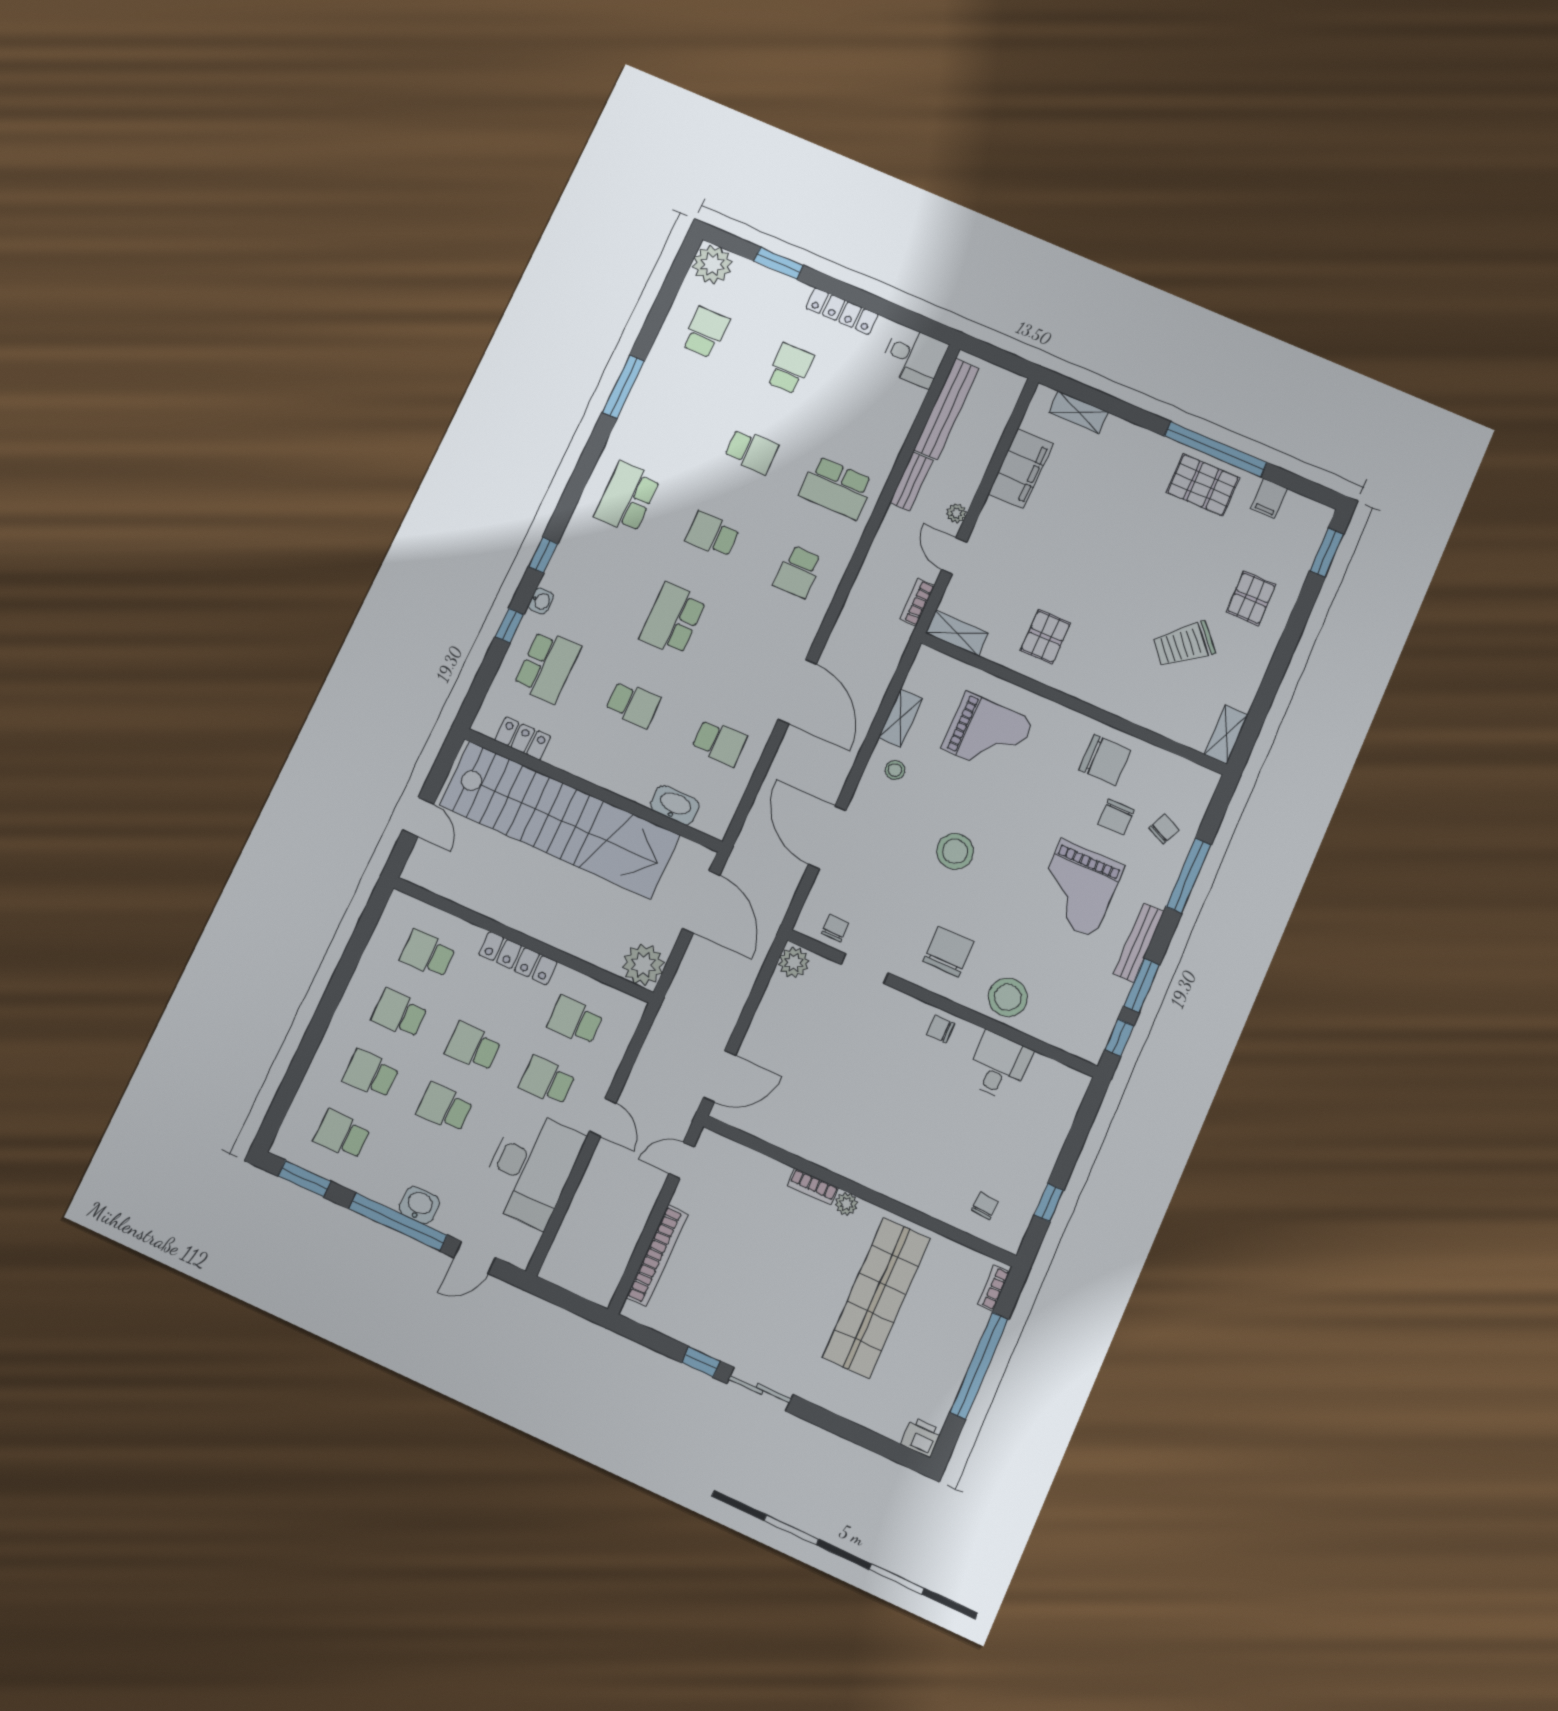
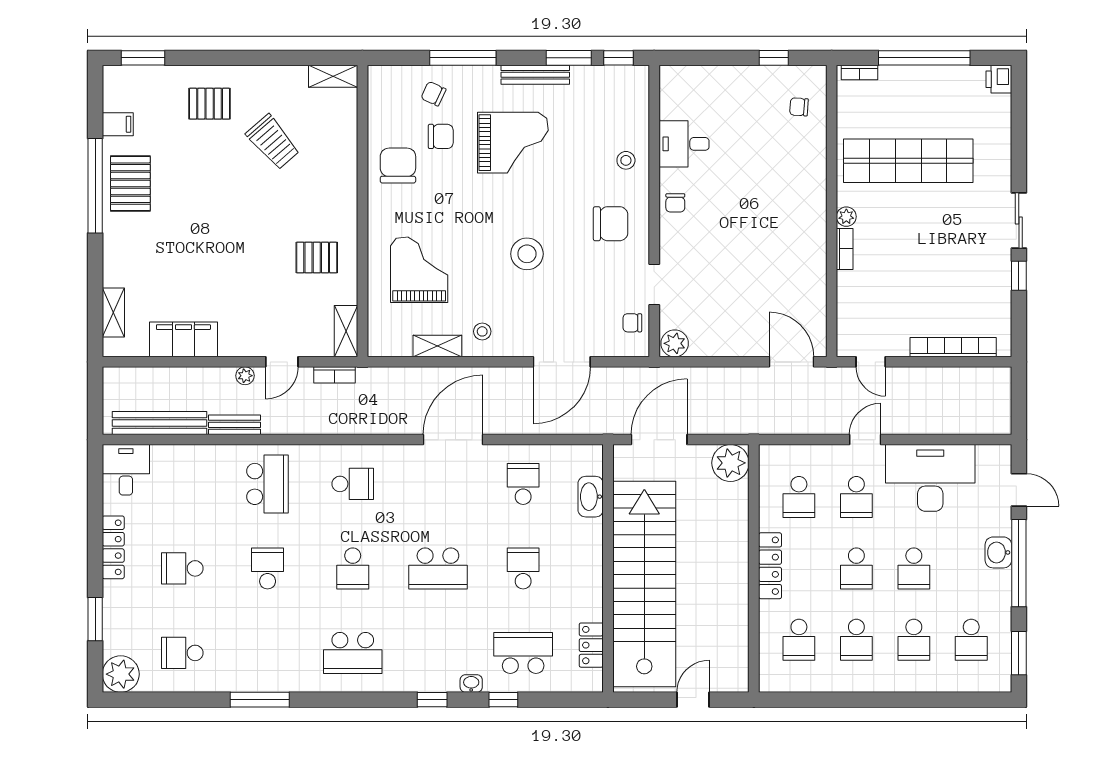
chair: (948, 952) -> (611, 224), turned 180
stool: (1008, 997) -> (626, 160), width x0.53, depth x0.53

